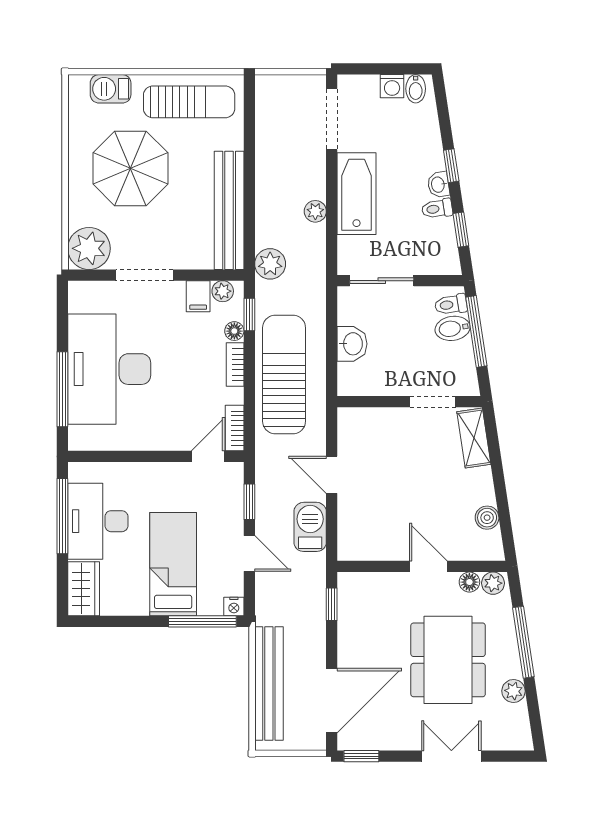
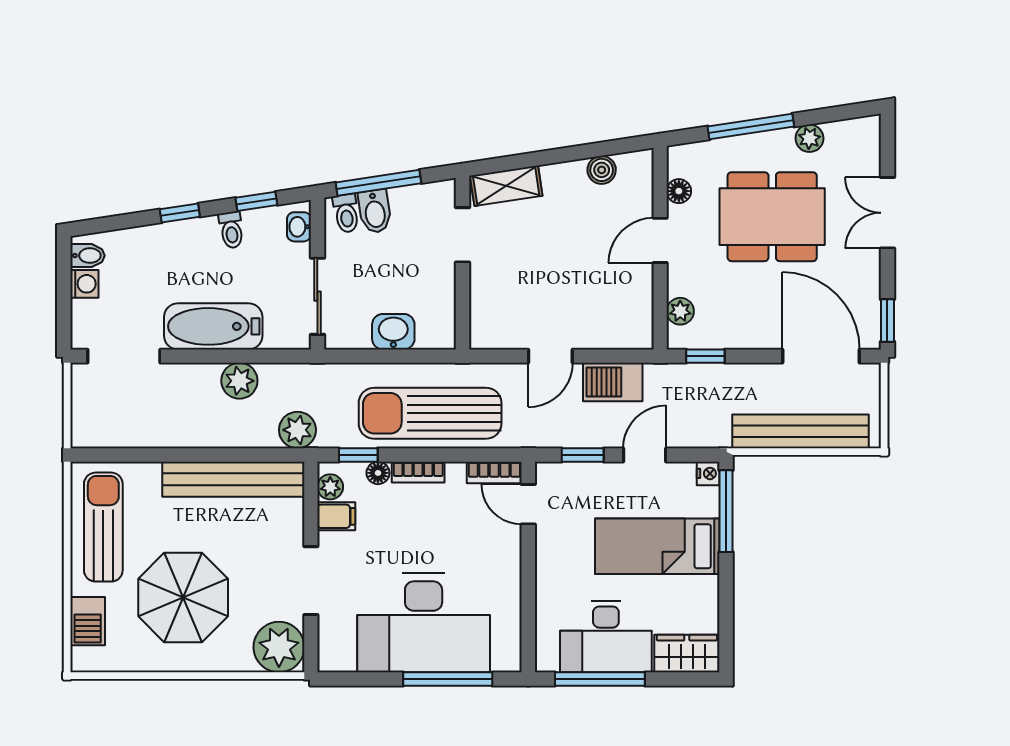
washbasin: (438, 185) -> (299, 227), moved, turned 99
plant: (315, 211) -> (239, 381), width x1.38, depth x1.38
plant: (493, 583) -> (680, 311), moved

